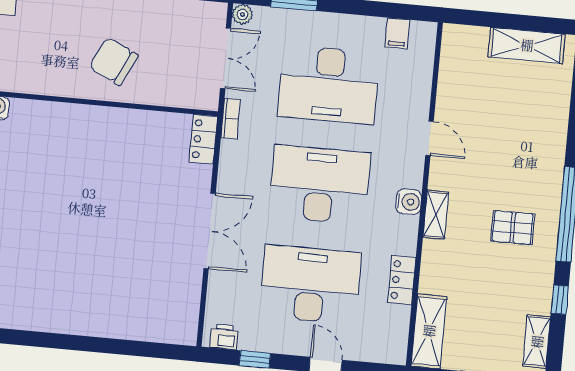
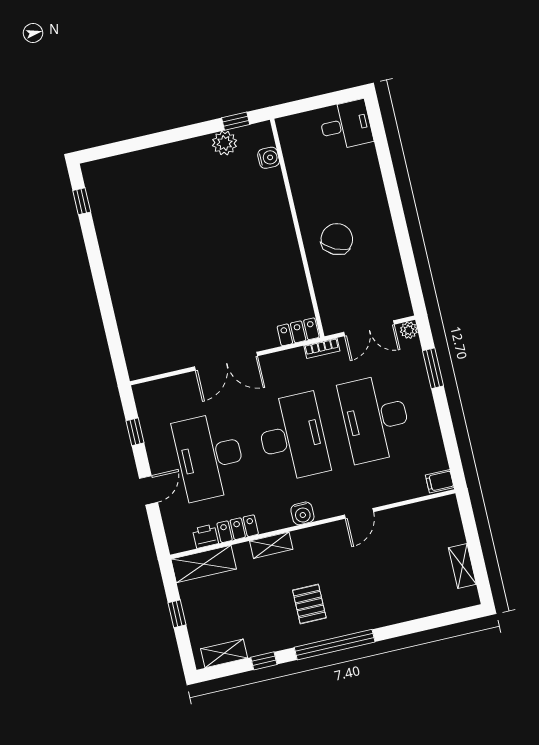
filing cabinet: (397, 33) -> (440, 481), moved
shelving: (527, 45) -> (462, 566), width x0.67, depth x0.75
shelving: (436, 215) -> (271, 545), moved
desk: (310, 284) -> (210, 456), turned 180
printer: (224, 337) -> (205, 536), moved, turned -90

